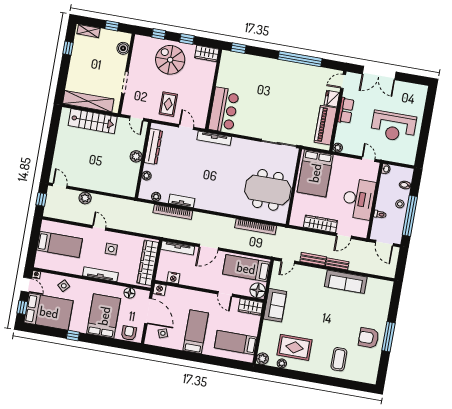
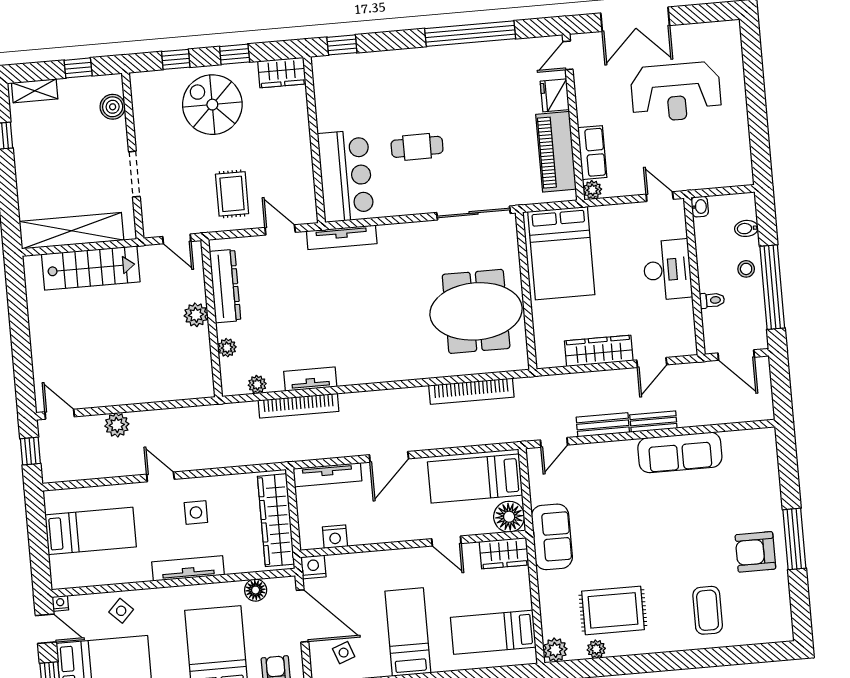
cafe table: (261, 105) -> (417, 147), added
row of seats: (346, 110) -> (592, 153), moved
reception desk: (393, 126) -> (676, 92), moved
desk: (359, 199) -> (667, 270), width x0.73, depth x0.77

